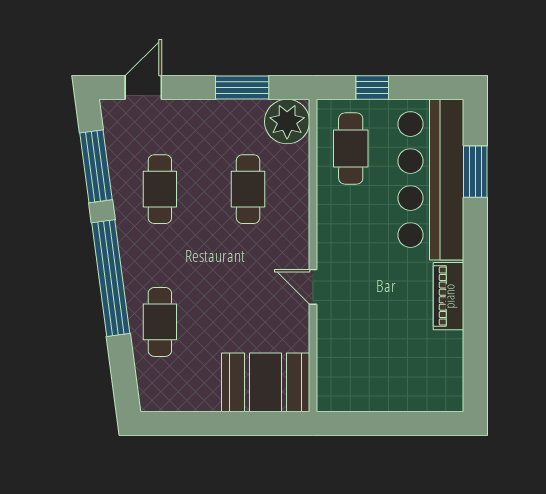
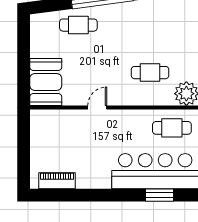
cafe table: (160, 189) -> (150, 25), removed
piano: (449, 296) -> (57, 181), moved

